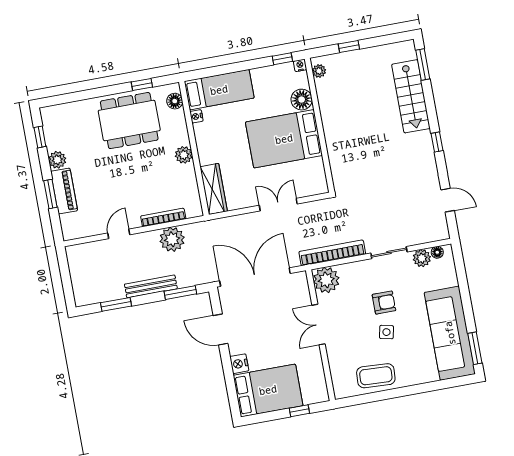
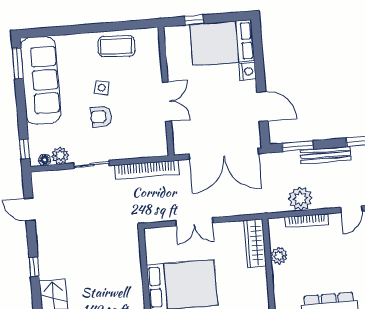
plant: (184, 155) -> (279, 256), moved
window: (459, 261) -> (25, 149), added
plant: (326, 280) -> (155, 144), removed

